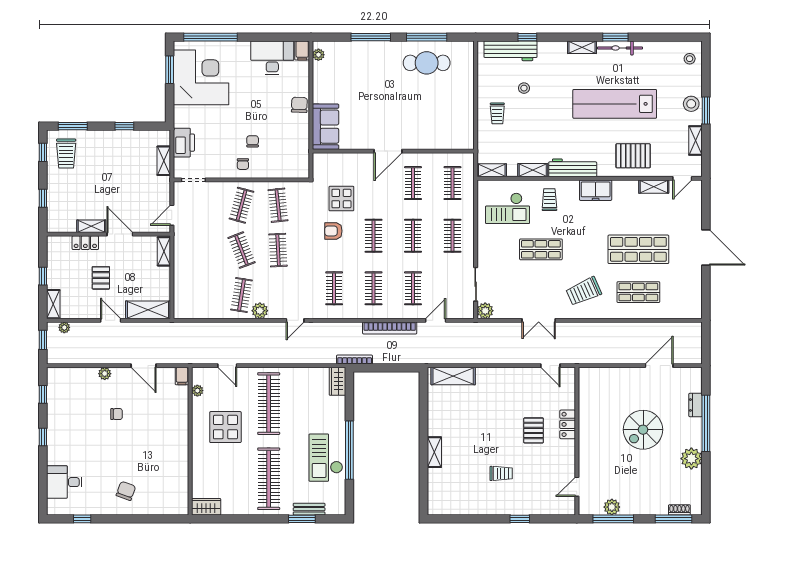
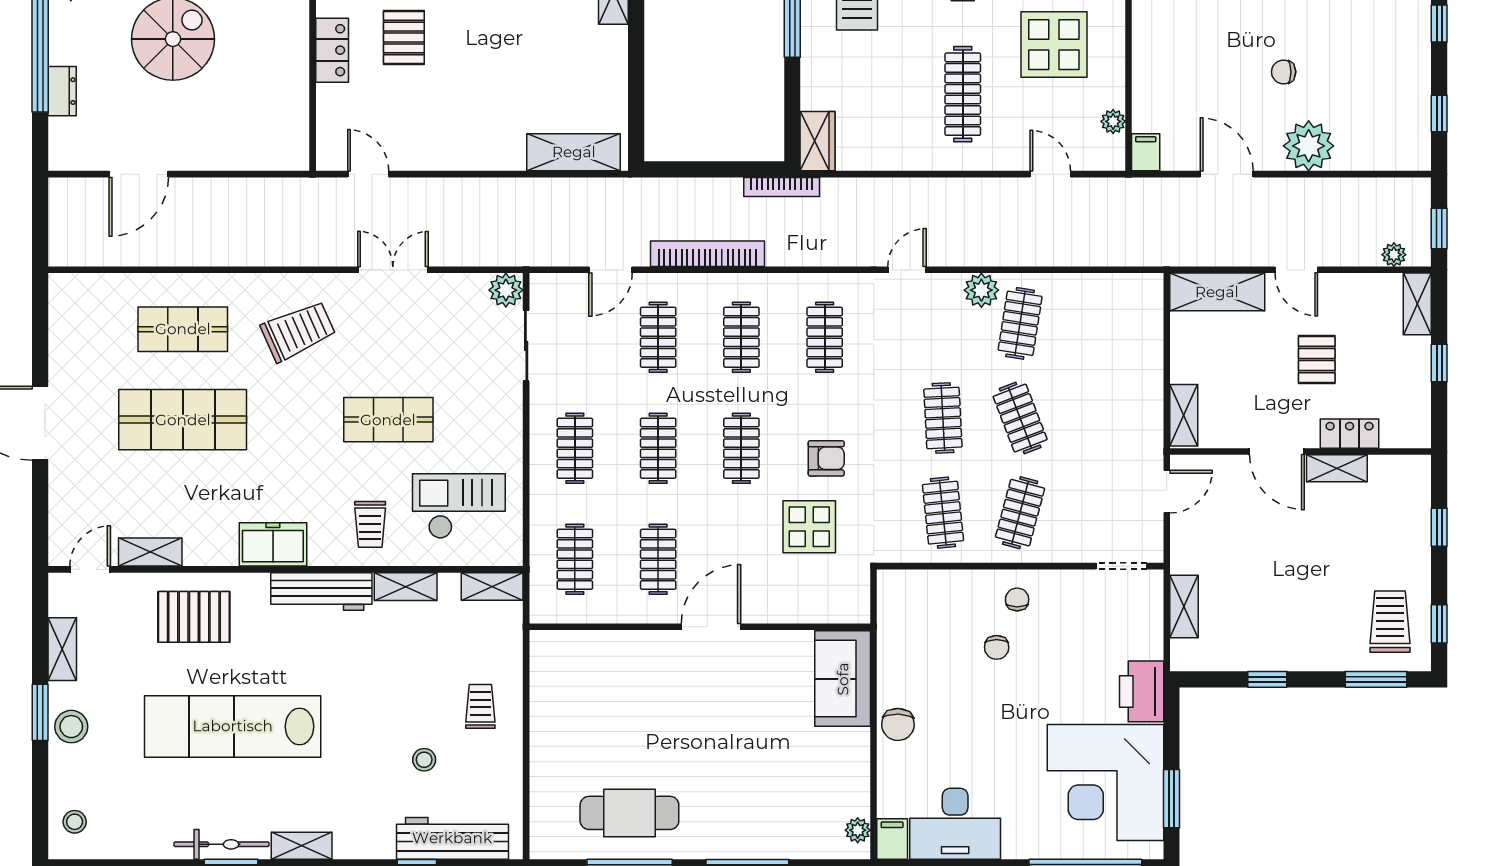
lab bench: (615, 104) -> (233, 726), turned 180
printer: (184, 143) -> (1142, 691), moved
plant: (105, 374) -> (1309, 146), width x1.88, depth x1.88
clothes rail: (269, 404) -> (963, 94), width x0.73, depth x0.76

